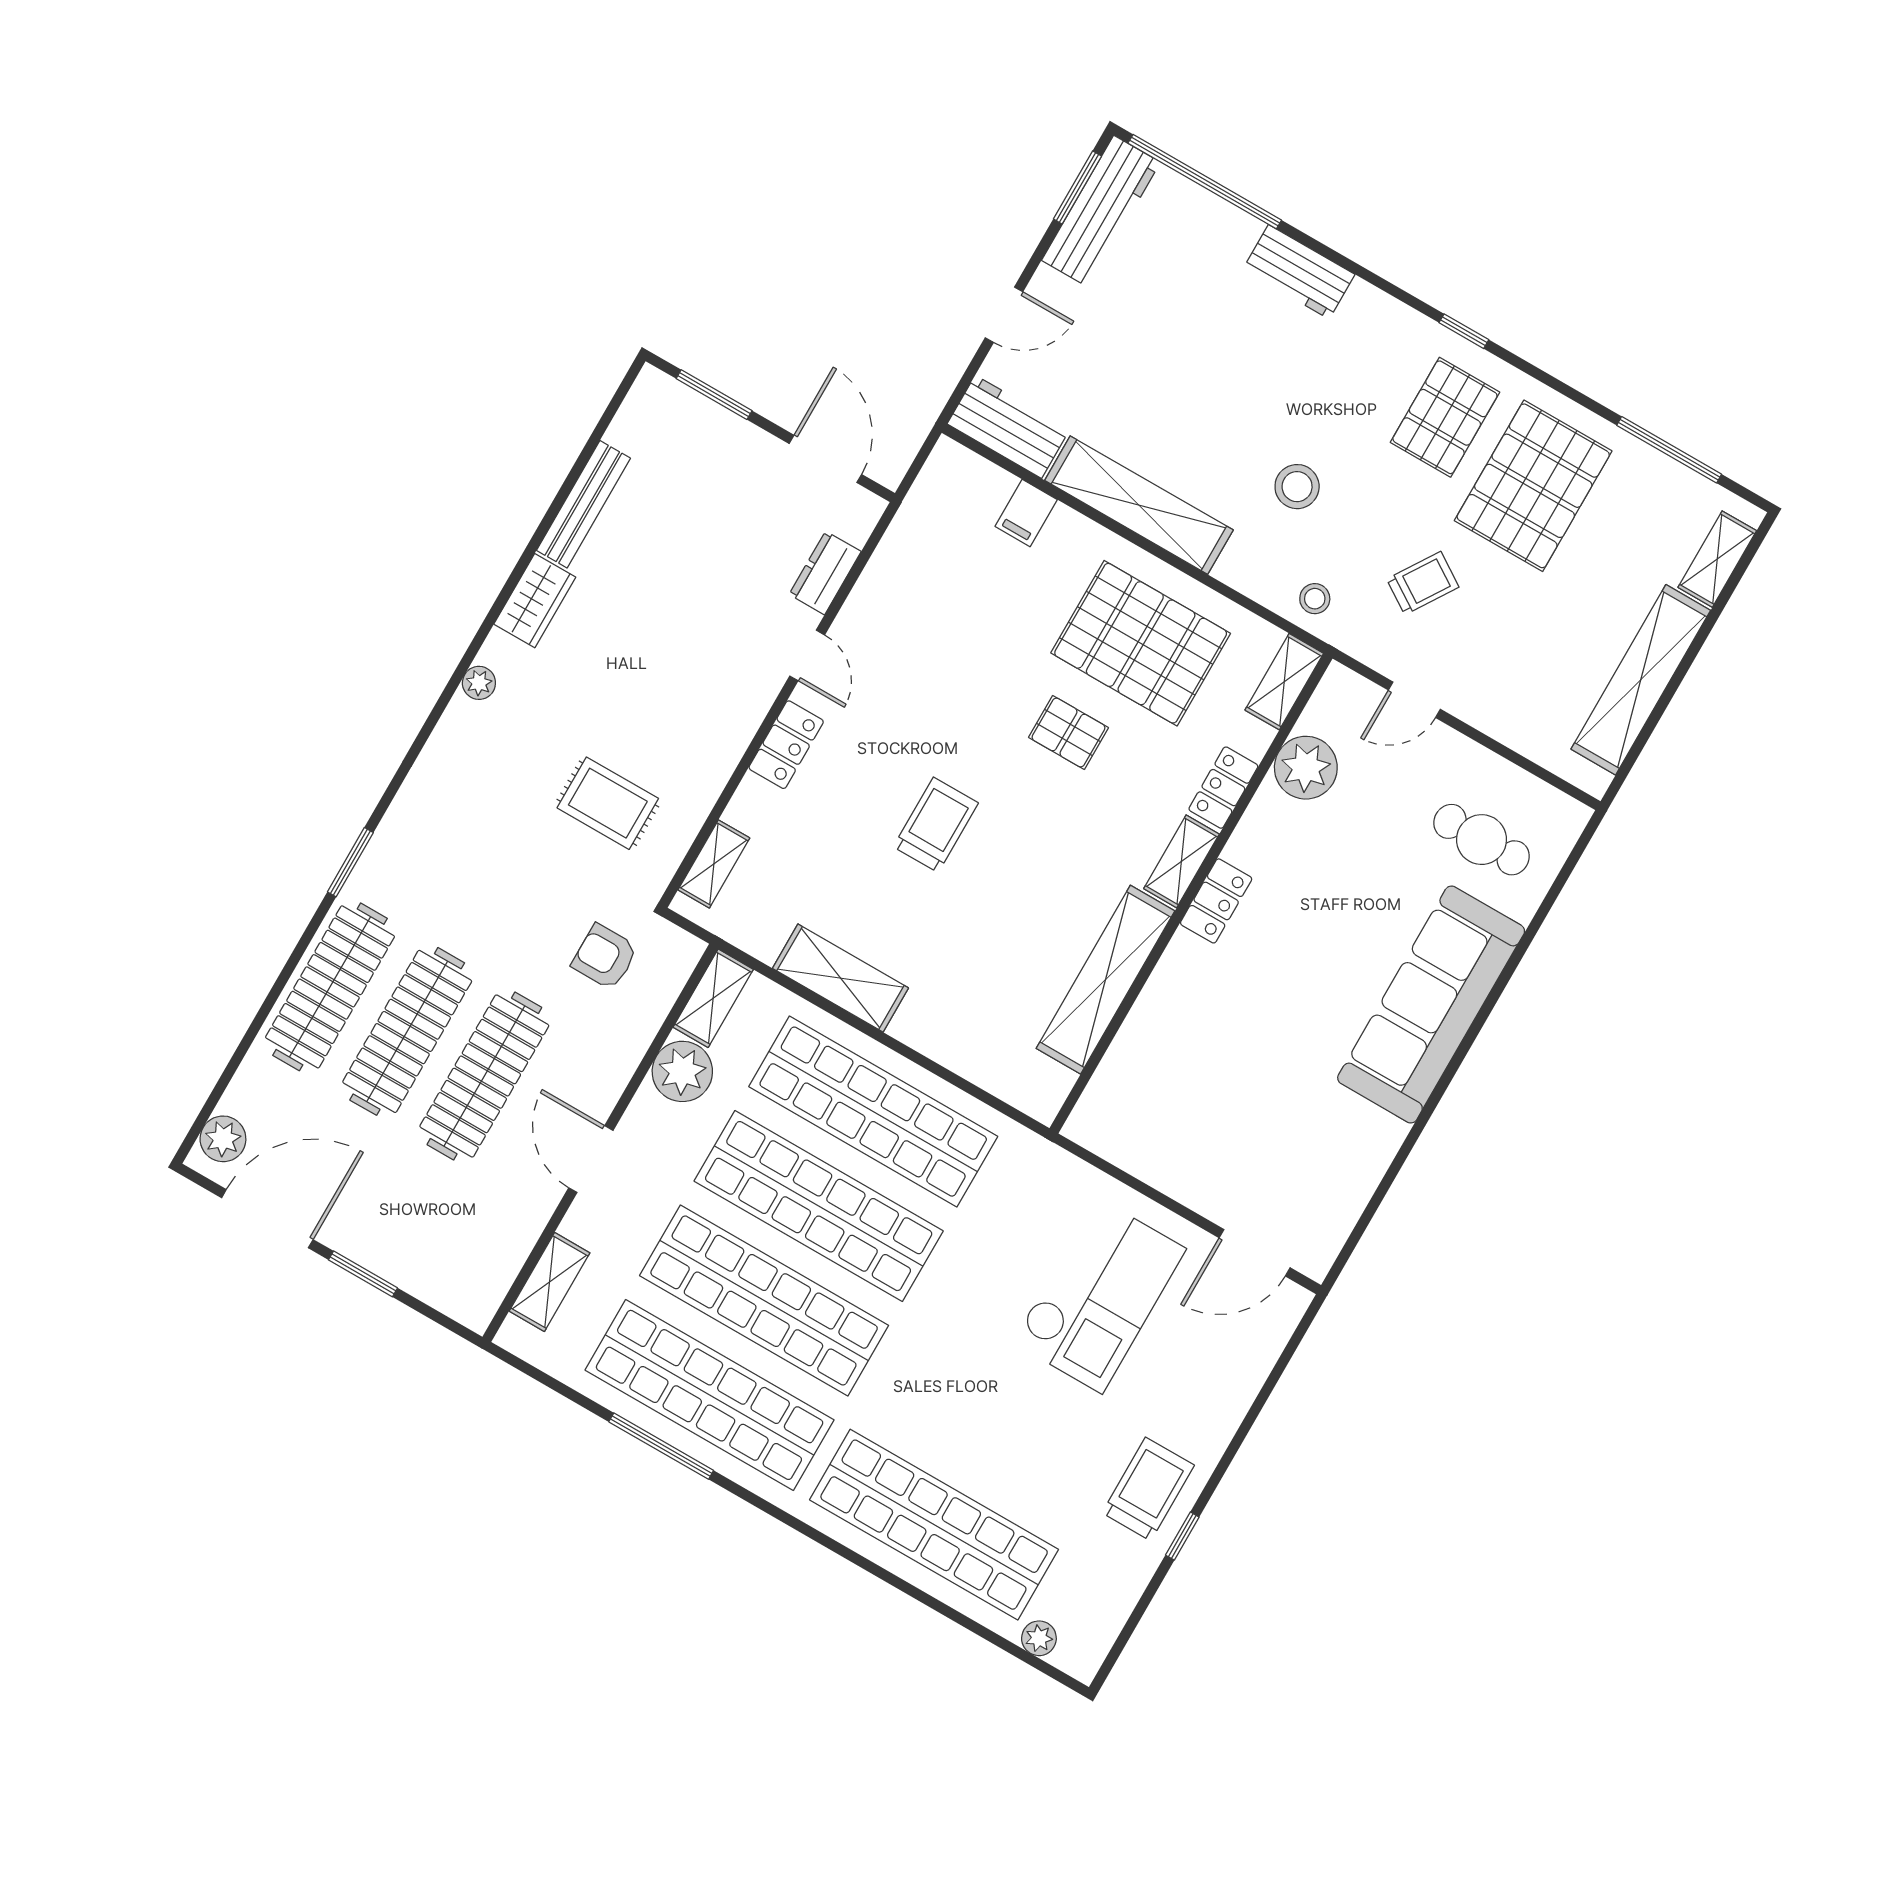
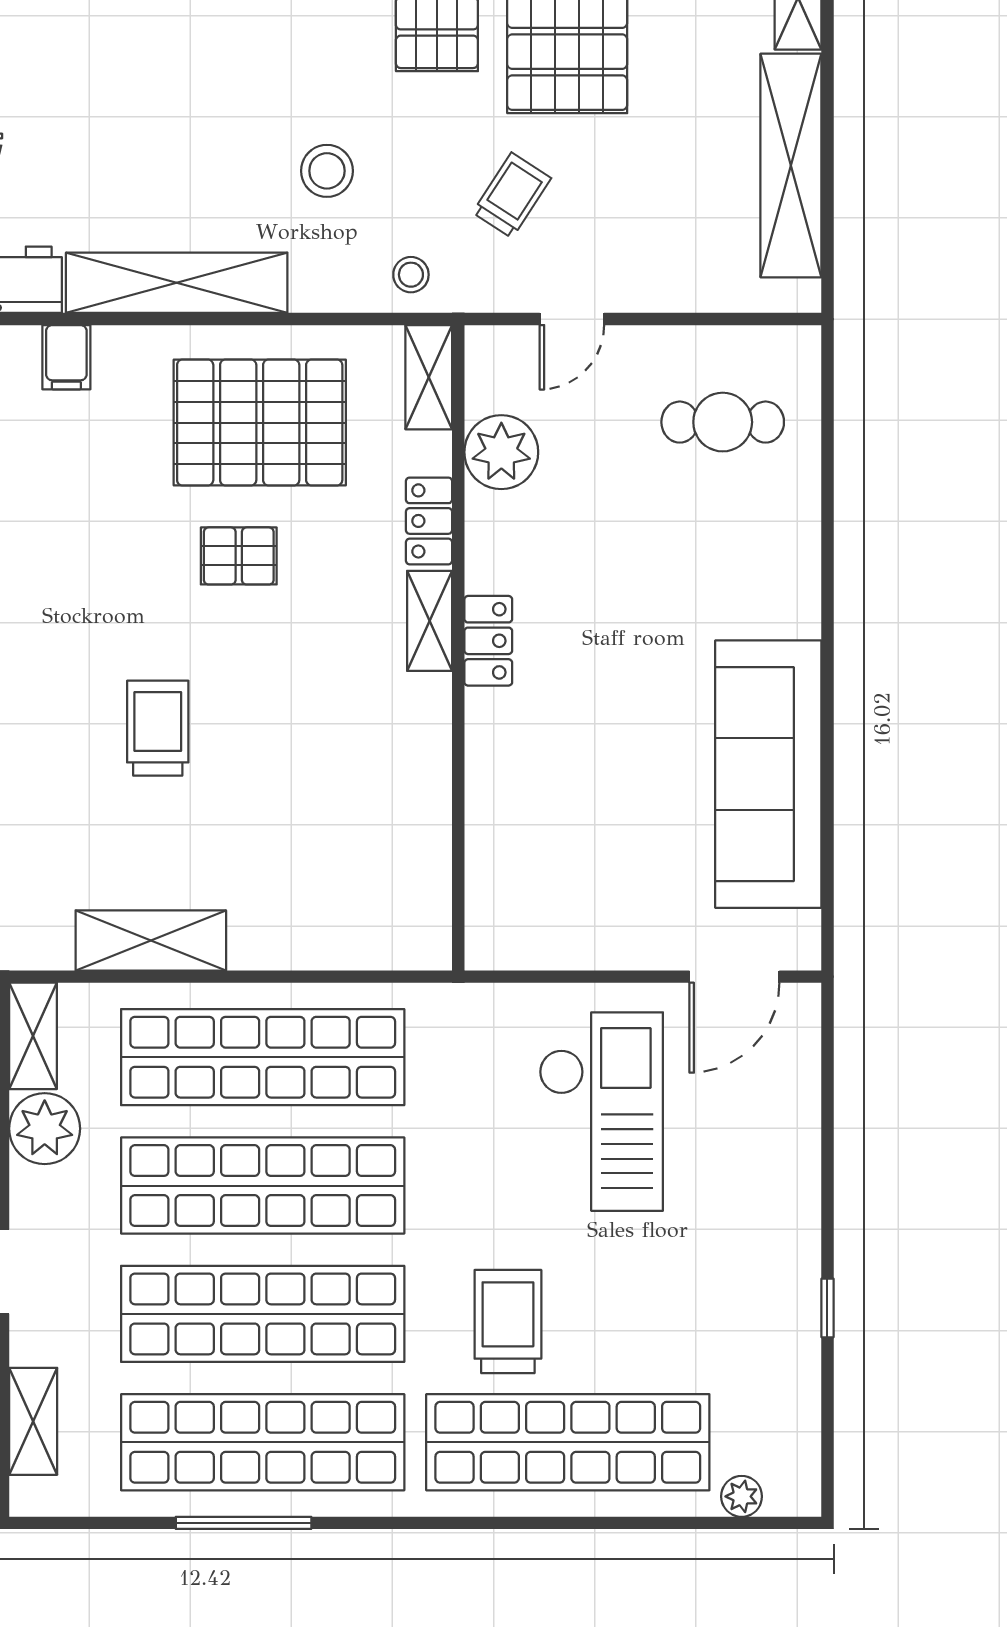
shelving: (1106, 980) -> (422, 786), removed
sofa: (1431, 1004) -> (768, 774), moved
trolley: (1148, 1489) -> (508, 1322), moved

